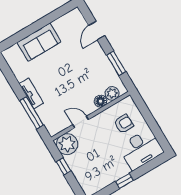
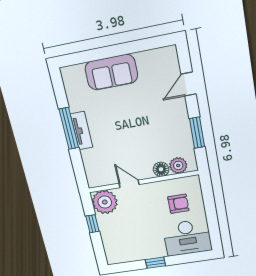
window: (32, 113) -> (69, 128), moved

